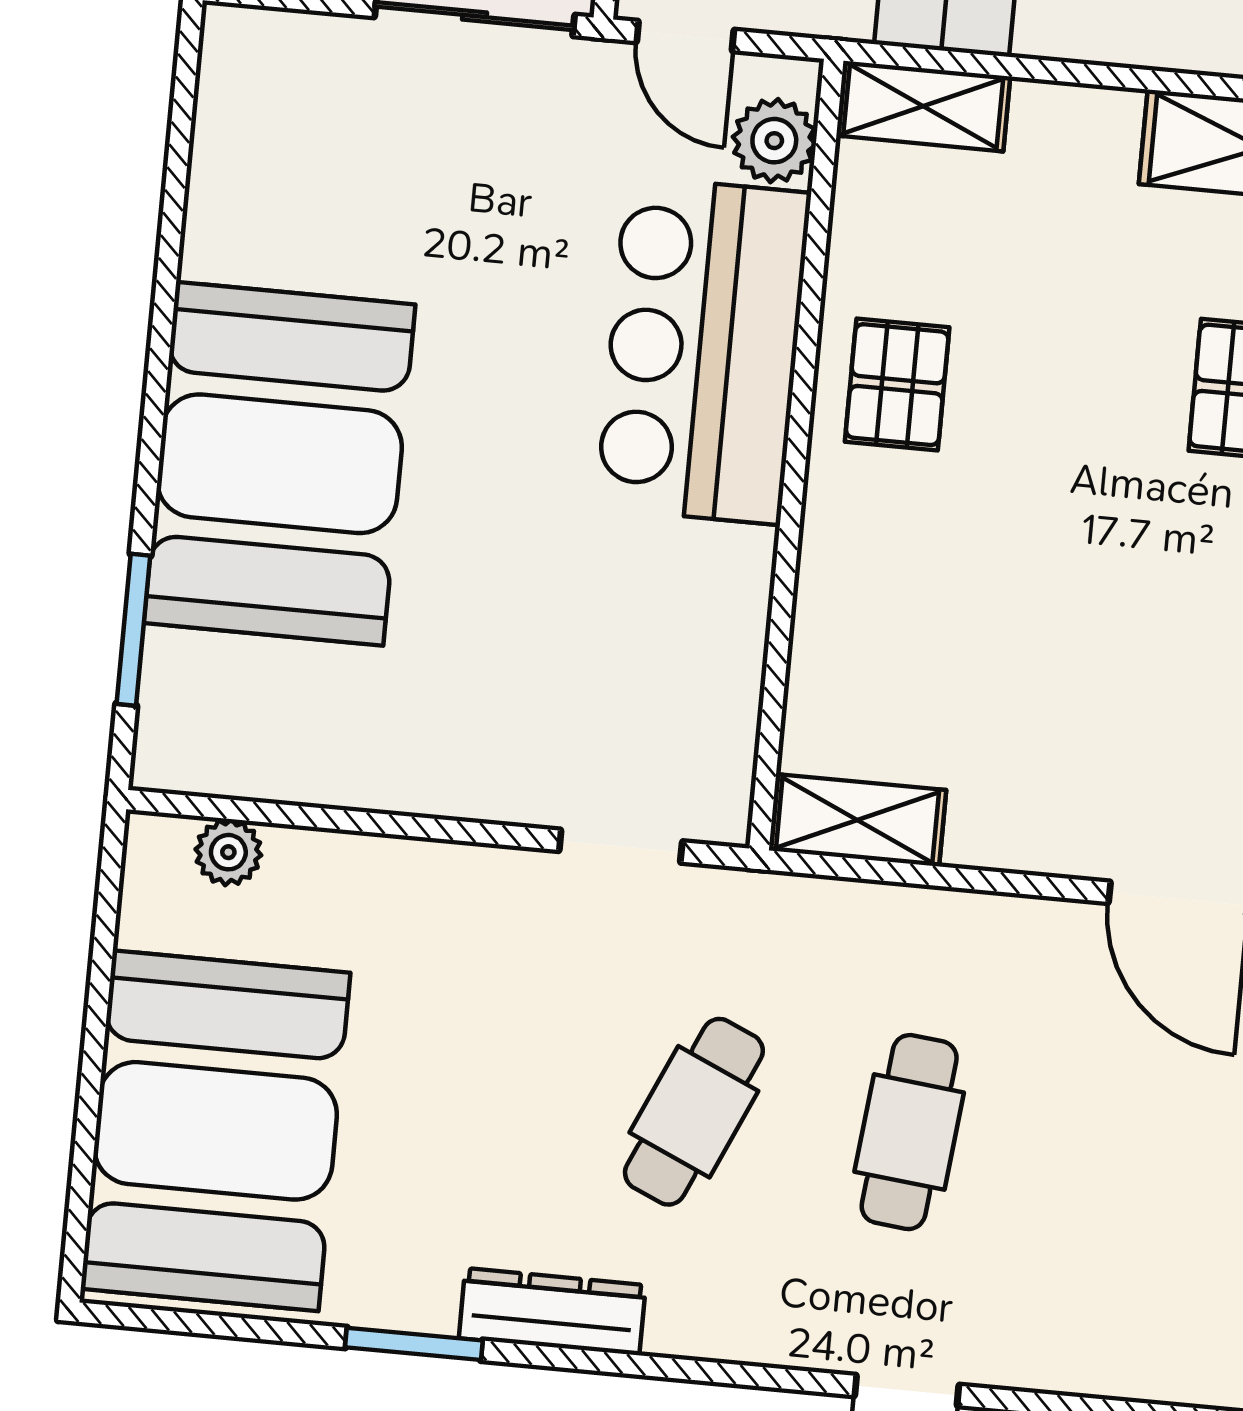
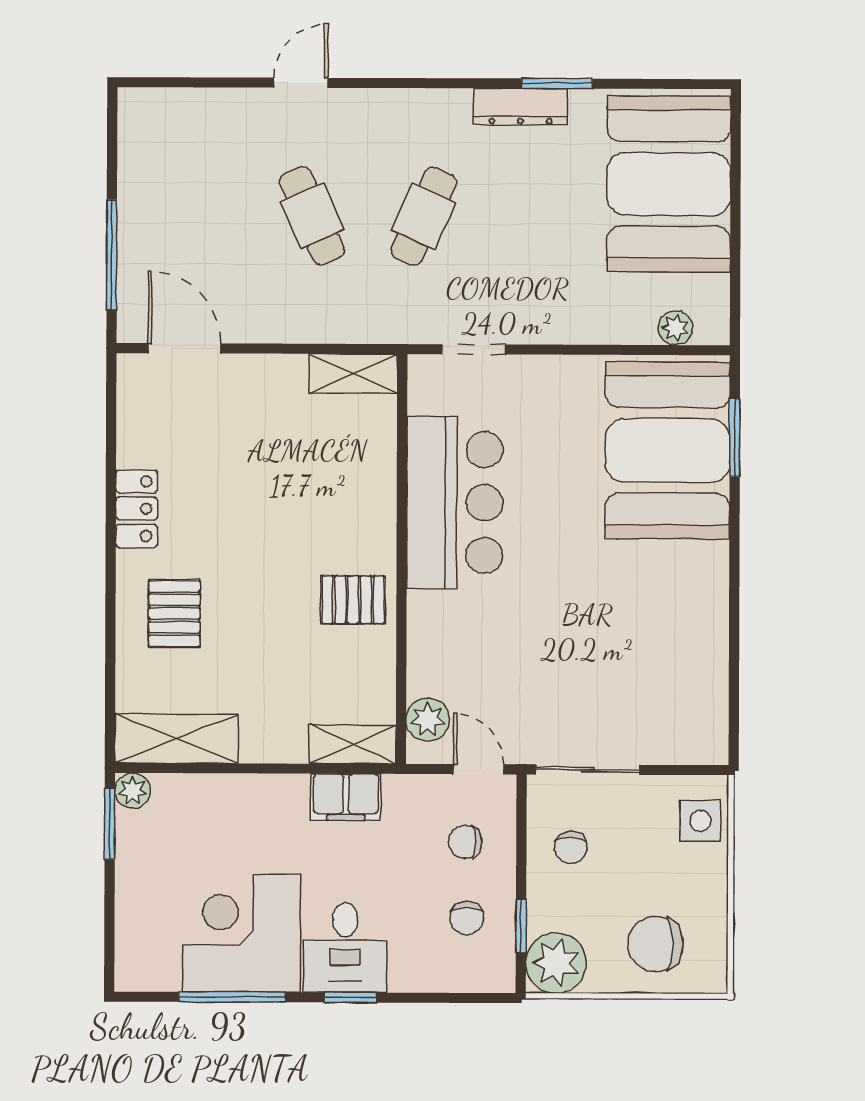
bar counter: (703, 350) -> (455, 502), moved
pallet: (897, 385) -> (353, 600), turned 90
booth: (280, 464) -> (667, 450), moved
cafe table: (909, 1132) -> (312, 216), turned -30
dresser: (552, 1312) -> (520, 107), moved

